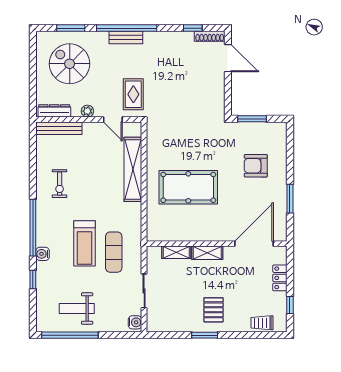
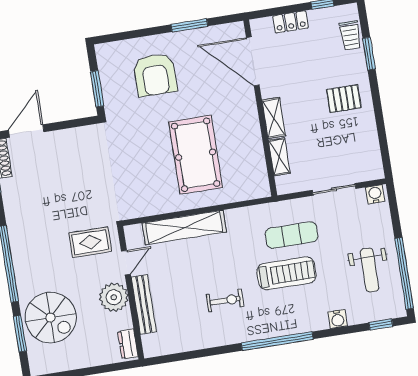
bench: (126, 37) -> (21, 263), removed
spiral stairs: (70, 64) -> (51, 318), moved, turned -90
dresser: (54, 111) -> (128, 344), width x0.70
plant: (87, 111) -> (114, 297), width x1.87, depth x1.87
bench: (59, 128) -> (144, 304), moved
armchair: (256, 166) -> (155, 75), width x1.36, depth x1.36
exercise bike: (60, 184) -> (225, 300), moved
water cooler: (43, 254) -> (338, 319), moved
window: (33, 279) -> (381, 324), moved
window: (205, 335) -> (369, 54), moved

